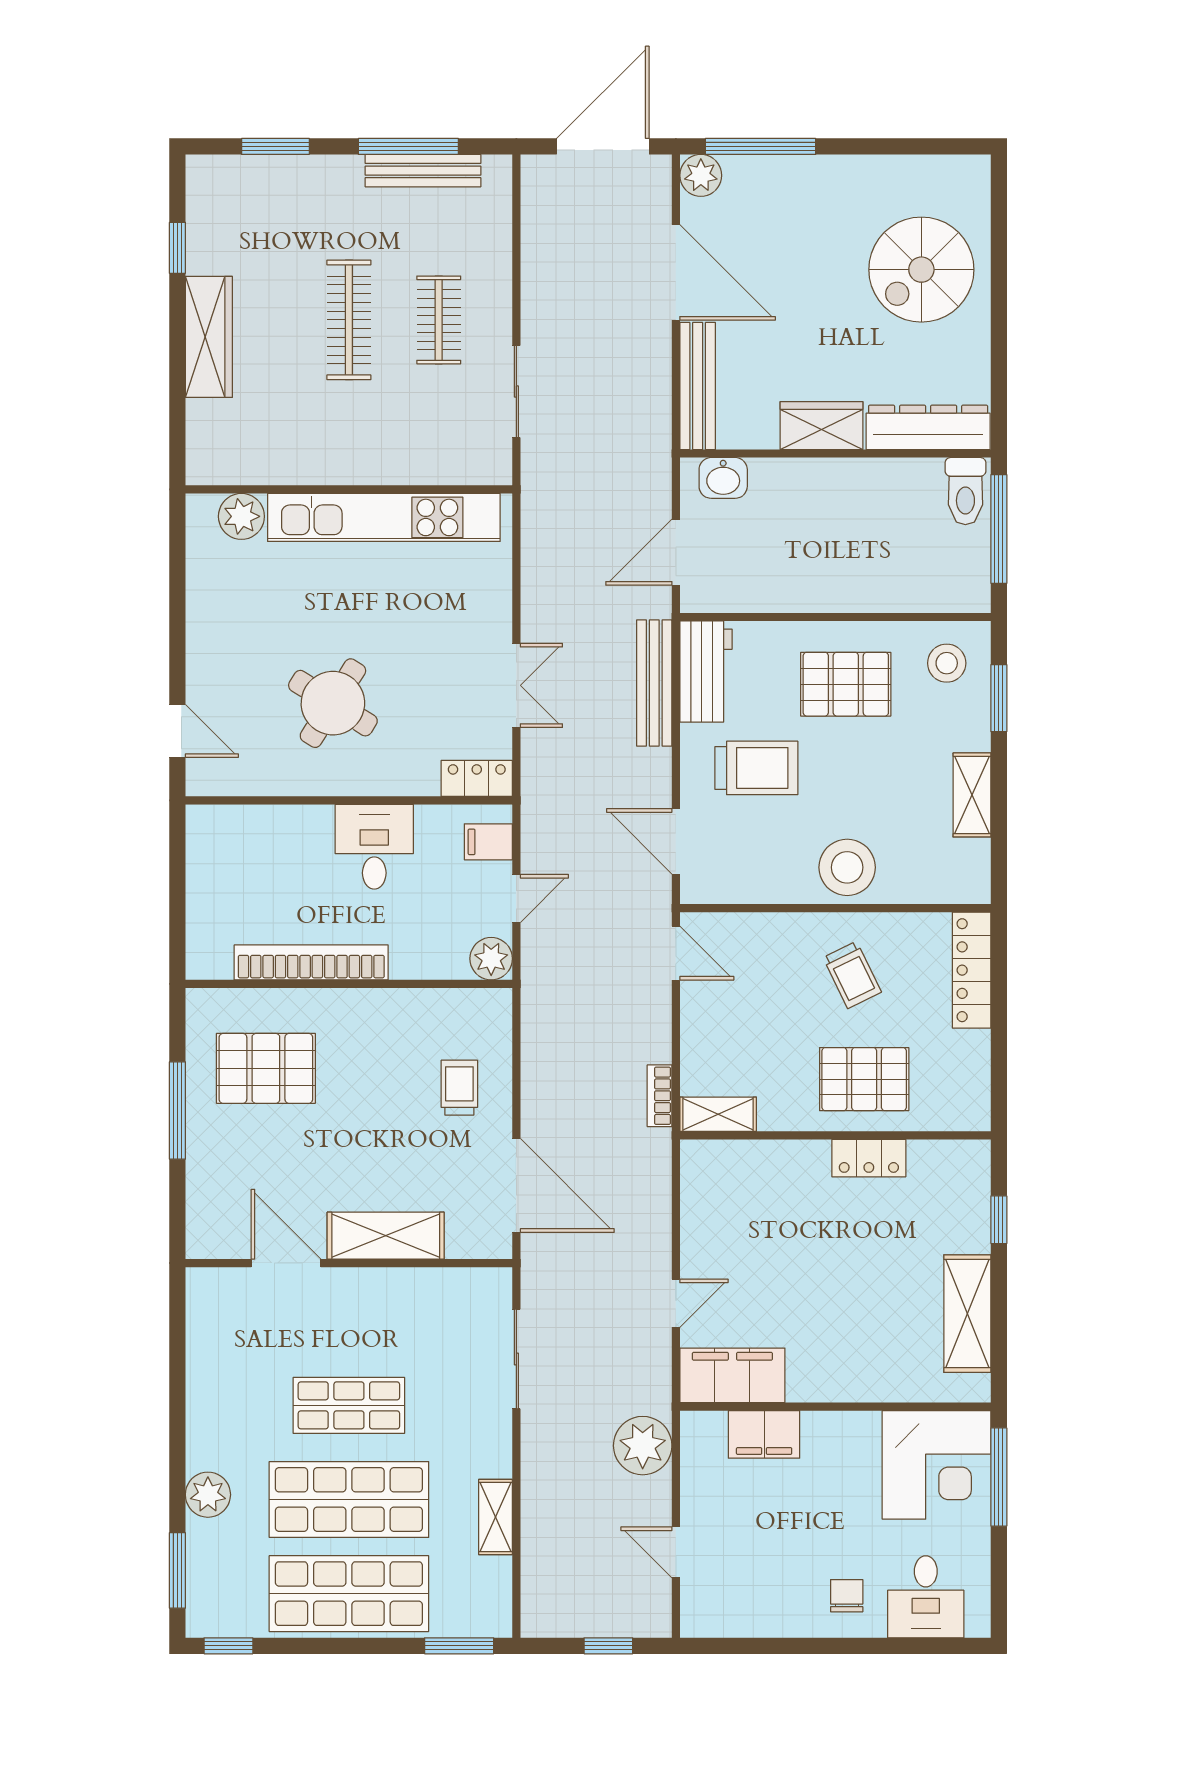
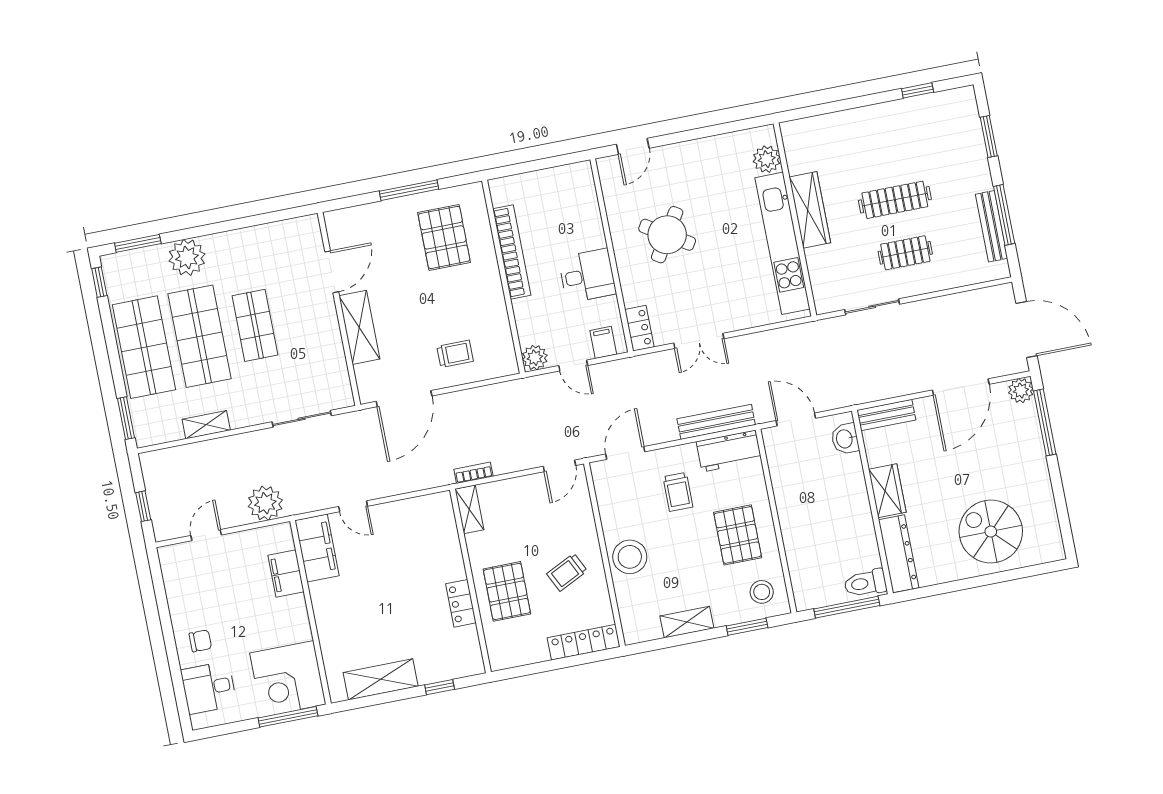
wardrobe: (209, 337) -> (810, 210), moved, turned -90
bench: (698, 386) -> (886, 415), width x0.73
trolley: (756, 768) -> (678, 492), width x0.73, depth x0.72
plant: (208, 1495) -> (187, 257), width x1.36, depth x1.36

